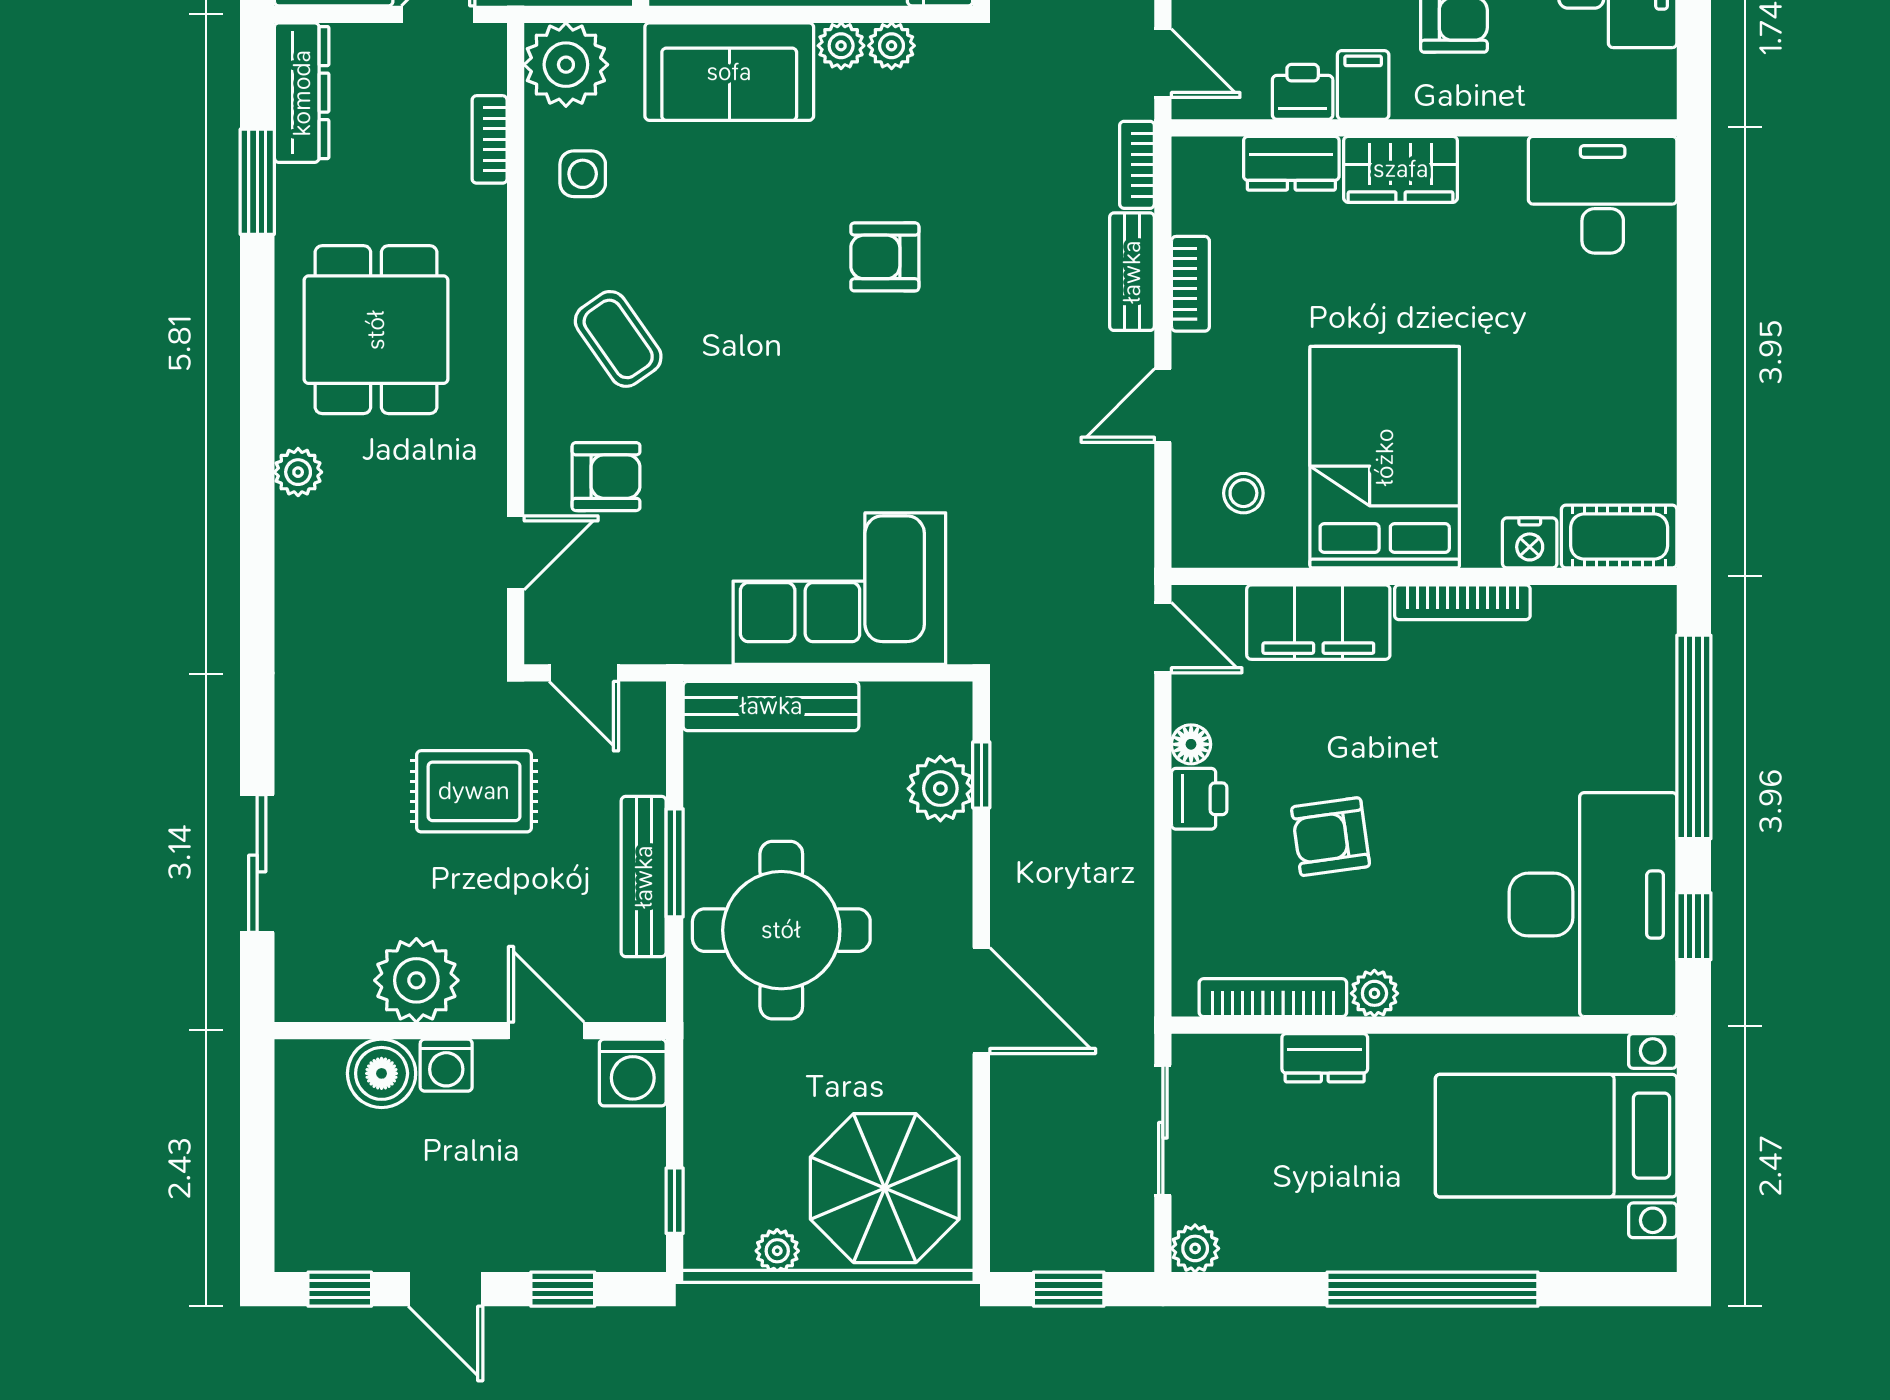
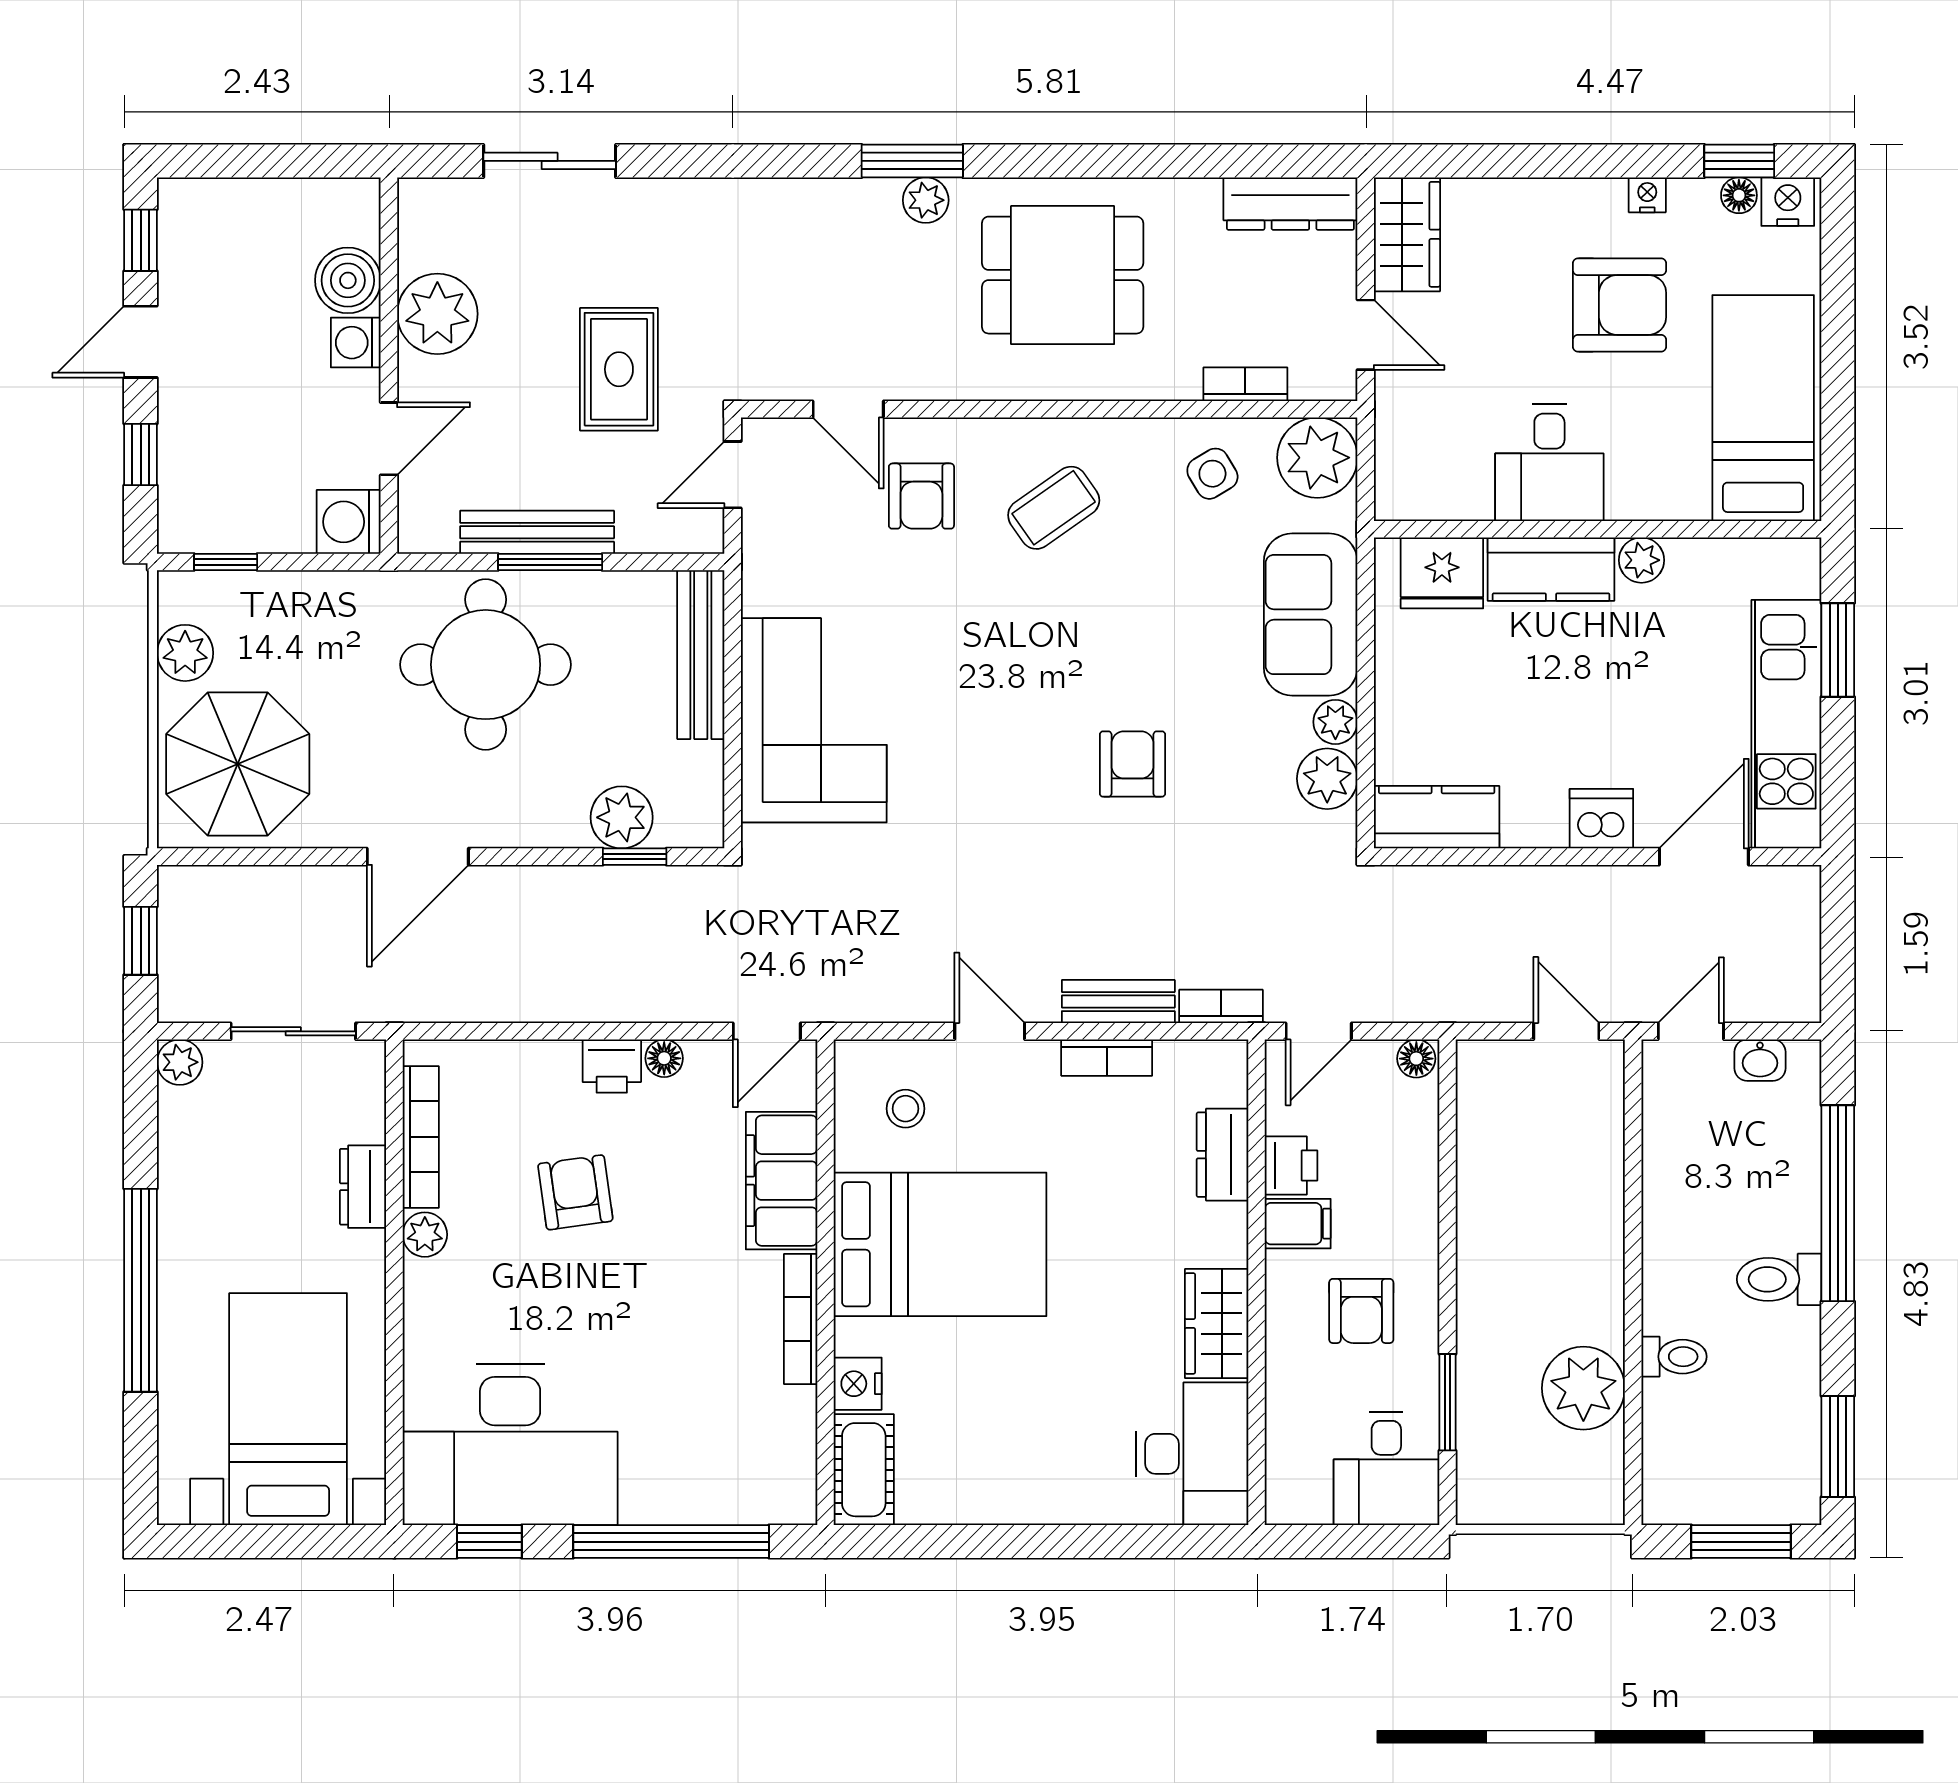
plant: (892, 46) -> (1327, 779), width x1.38, depth x1.38
wardrobe: (1401, 169) -> (1217, 1323), moved
side table: (583, 174) -> (1212, 474), turned -31
window: (257, 182) -> (912, 161), moved
plant: (777, 1251) -> (185, 653), width x1.38, depth x1.38

